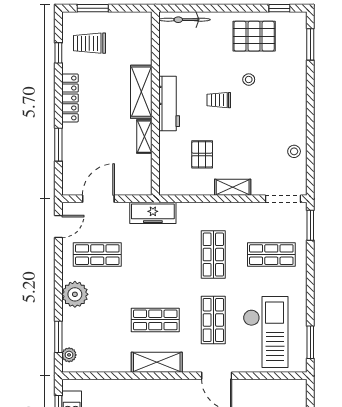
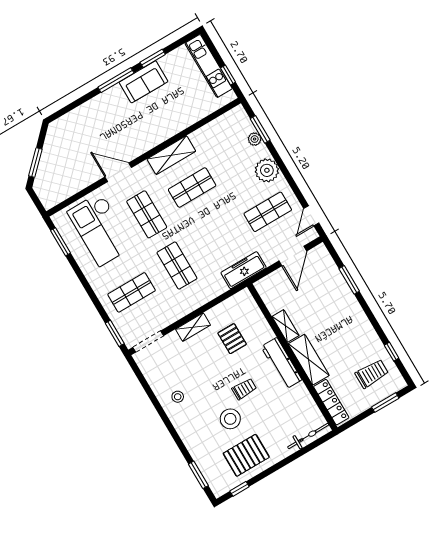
stool: (249, 80) -> (230, 419), width x1.89, depth x1.89
locker: (70, 98) -> (331, 402), moved, turned 180
stool: (294, 151) -> (178, 397), moved
plant: (69, 355) -> (255, 139), moved

